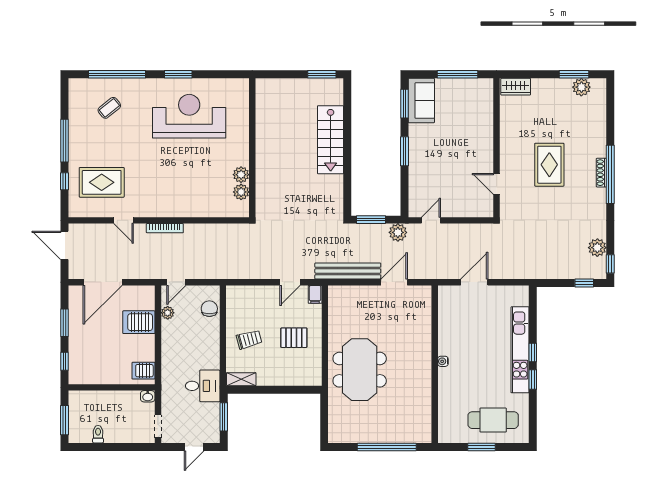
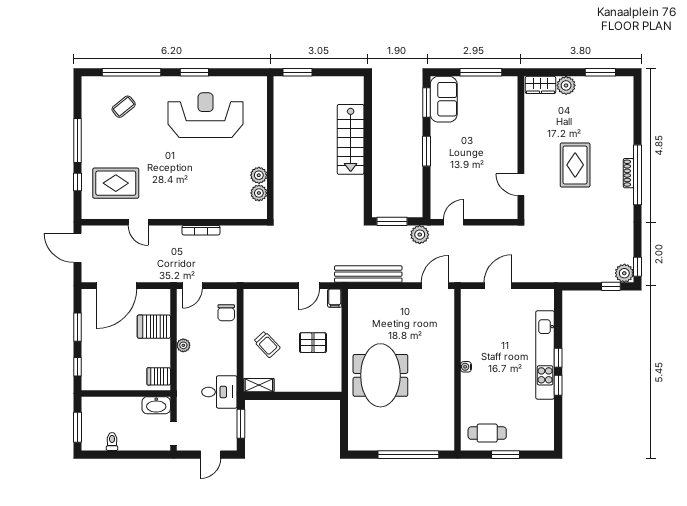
window: (322, 74) -> (298, 72), moved
plant: (581, 87) -> (566, 85), moved
bookcase: (165, 228) -> (201, 230), moved
plant: (597, 248) -> (624, 273), moved
door: (394, 282) -> (435, 286), moved
chair: (209, 309) -> (226, 313), turned 180
plant: (168, 313) -> (183, 345), moved
trolley: (249, 340) -> (267, 344), turned 62
washbasin: (148, 396) -> (156, 405), width x1.91, depth x1.45
cafe table: (493, 420) -> (487, 433), moved, width x0.73, depth x0.74

